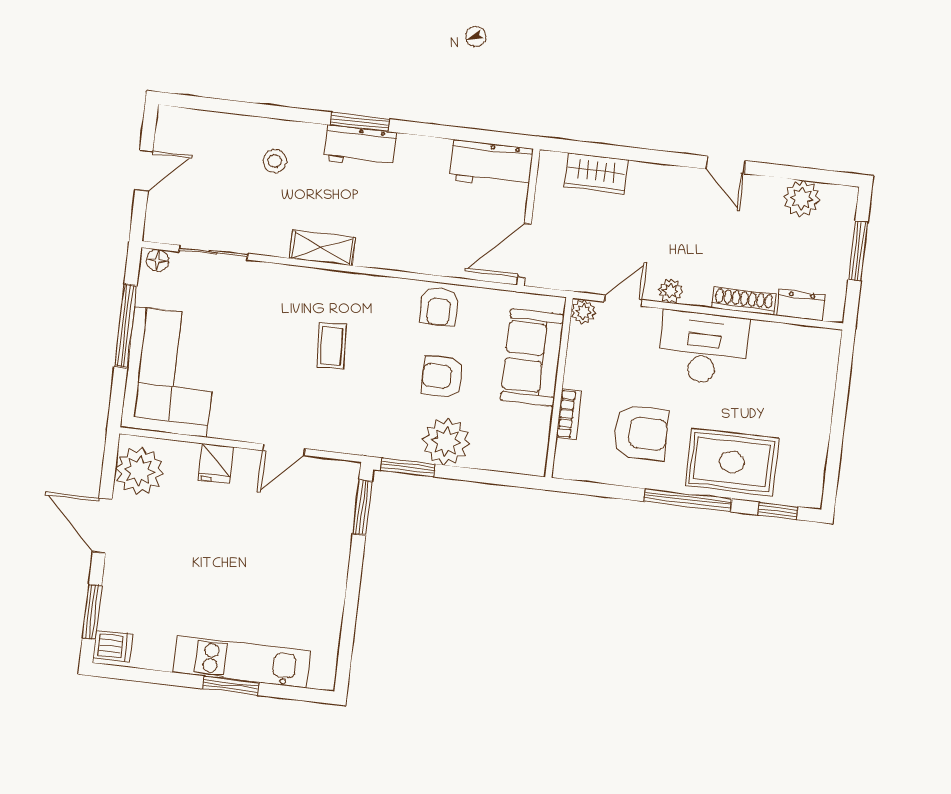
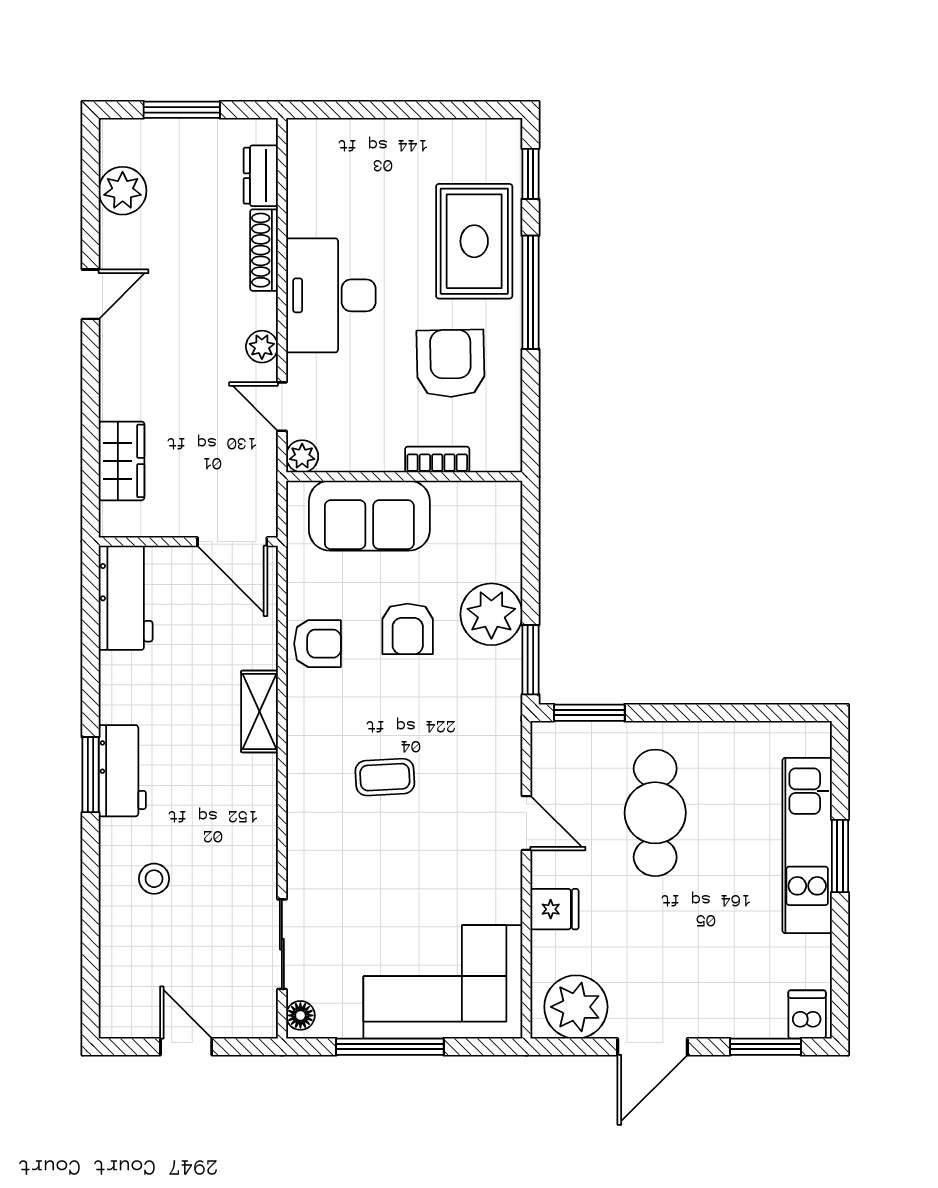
shelving: (322, 248) -> (259, 712), moved
cafe table: (280, 549) -> (655, 813), added

